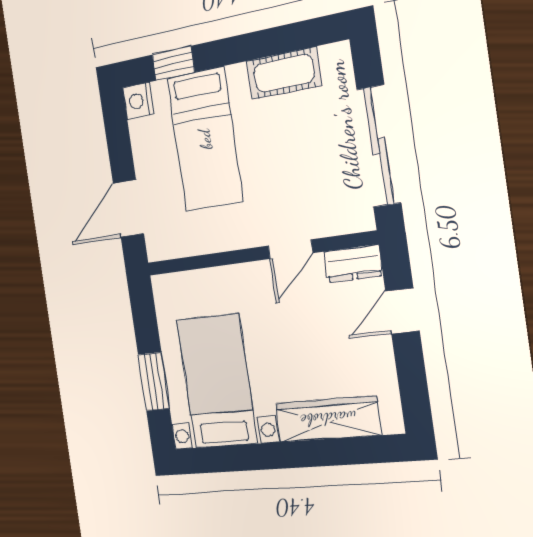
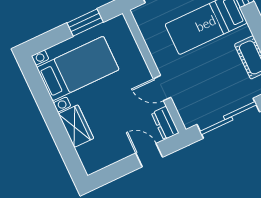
window: (154, 382) -> (85, 23), moved
wardrobe: (328, 419) -> (76, 126), width x0.67

